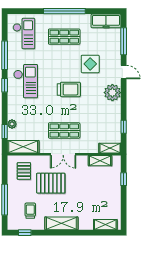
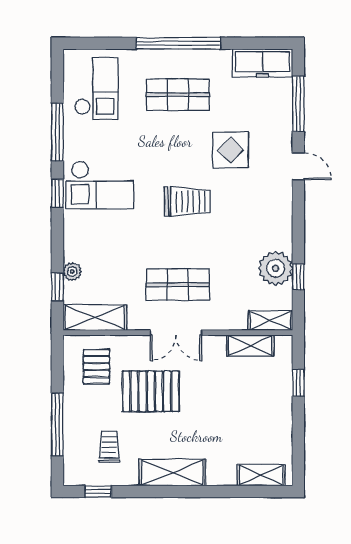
checkout: (26, 81) -> (100, 185), turned 90
plant: (112, 93) -> (276, 268), moved

